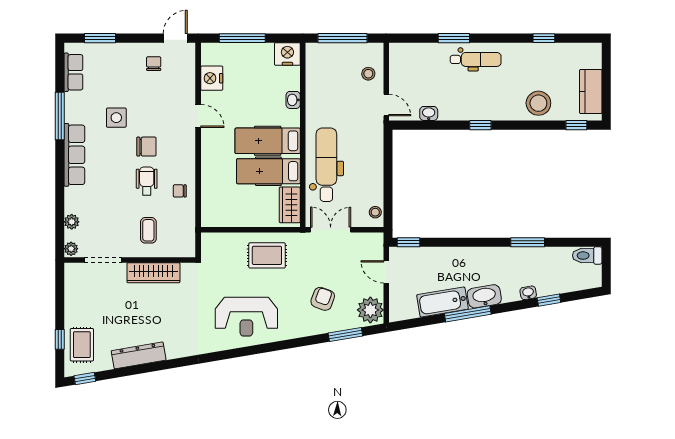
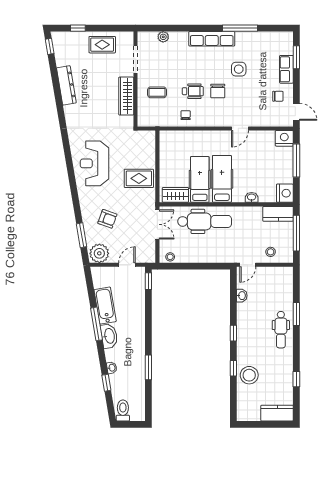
kitchen counter: (316, 63) -> (278, 214), added
row of seats: (73, 72) -> (286, 69), moved, turned 90
nightstand: (212, 78) -> (284, 138), moved
kitchen counter: (591, 91) -> (277, 413), moved
window: (576, 125) -> (233, 368), moved
plant: (71, 249) -> (144, 36), removed
rug: (267, 255) -> (139, 178), turned 90
toilet: (587, 256) -> (123, 410), moved
rug: (82, 345) -> (102, 45), moved

